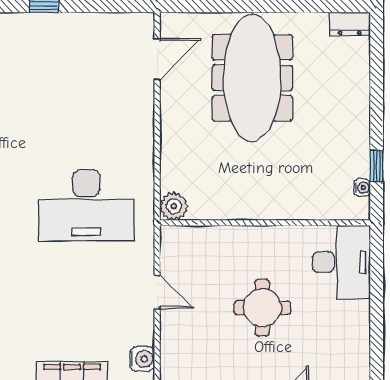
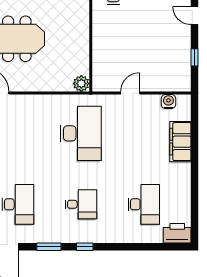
round table: (262, 308) -> (139, 33), removed

